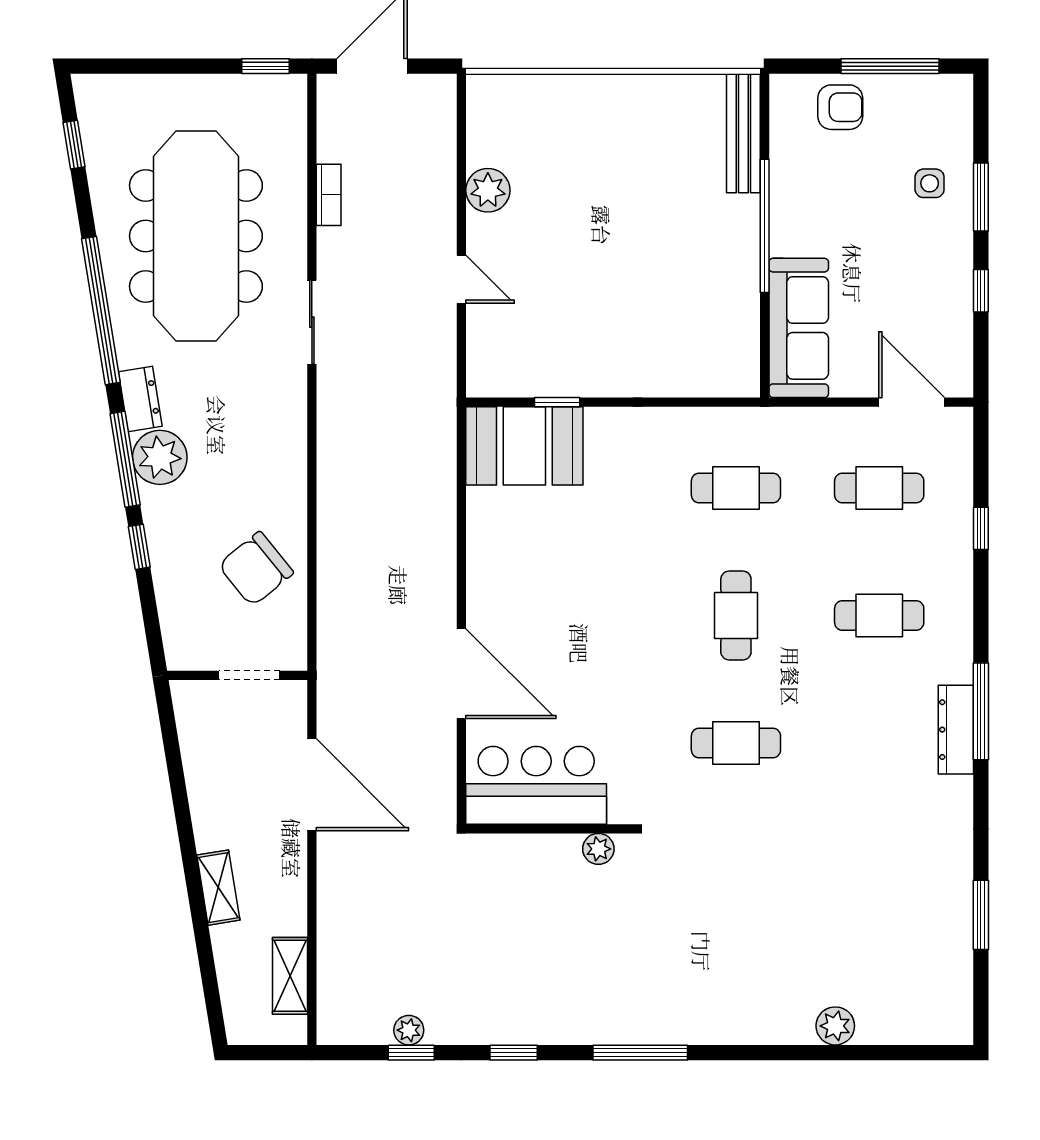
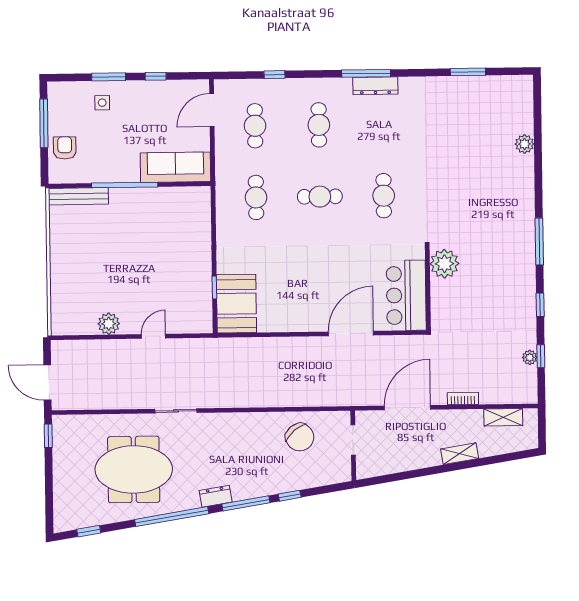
bookcase: (329, 195) -> (463, 398), moved
meeting table: (196, 236) -> (134, 469), width x0.73
plant: (160, 457) -> (245, 486), removed
plant: (598, 849) -> (444, 264), width x1.88, depth x1.88

